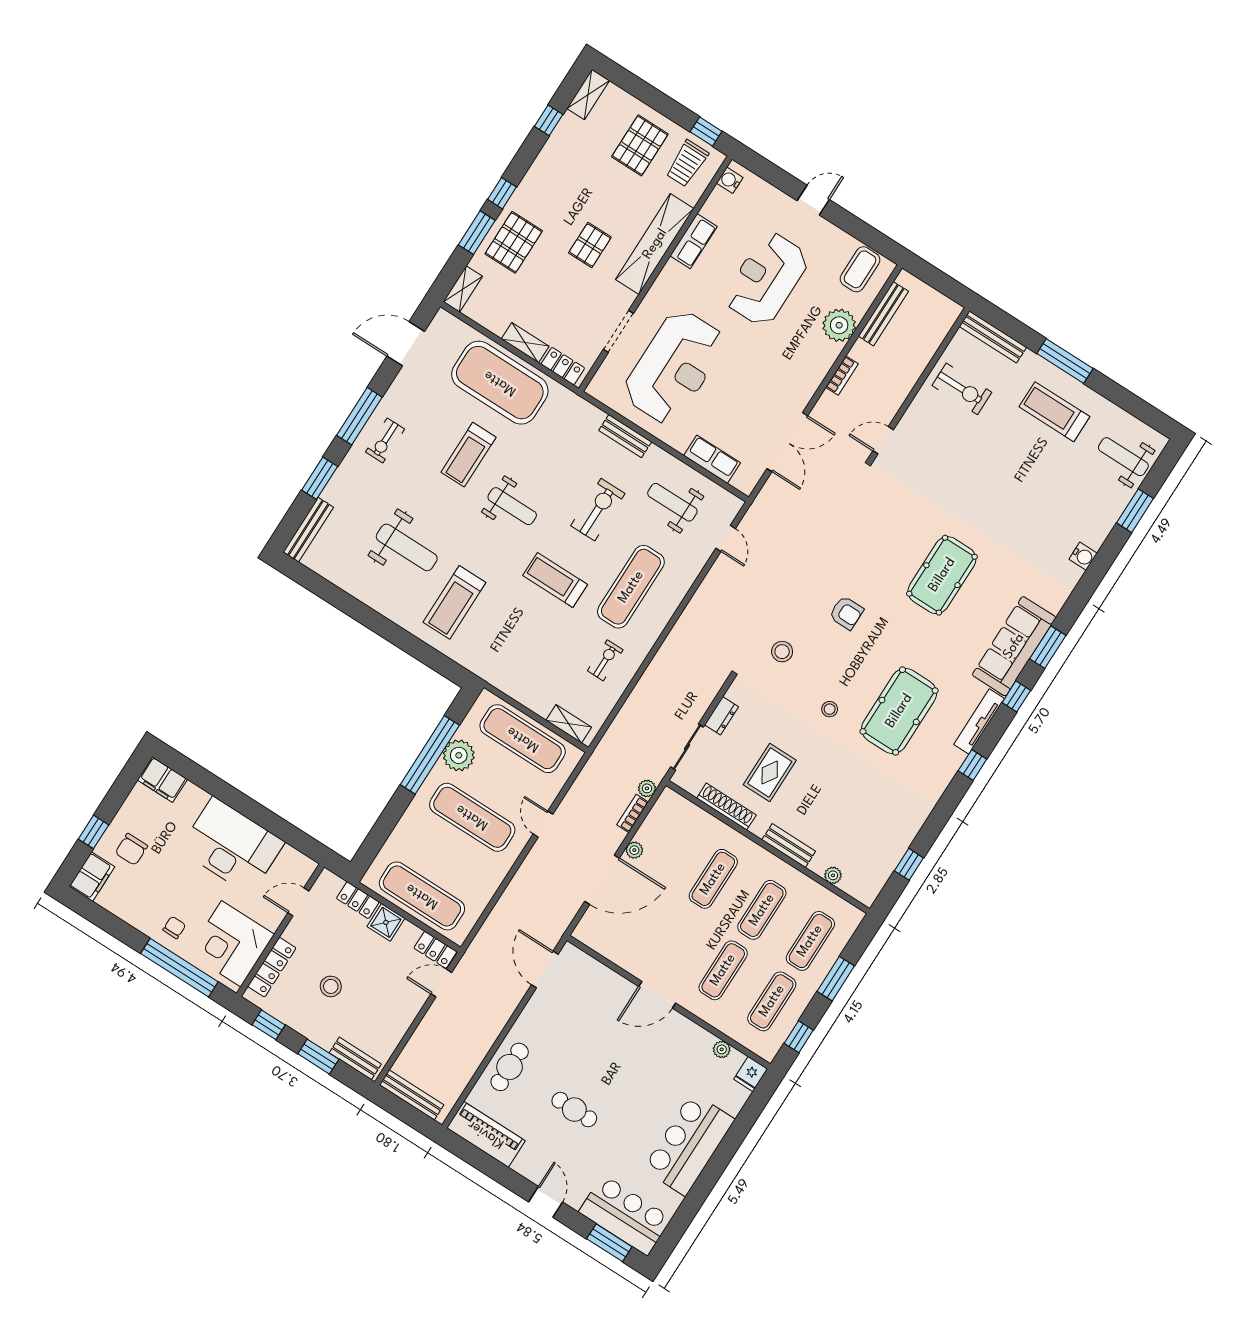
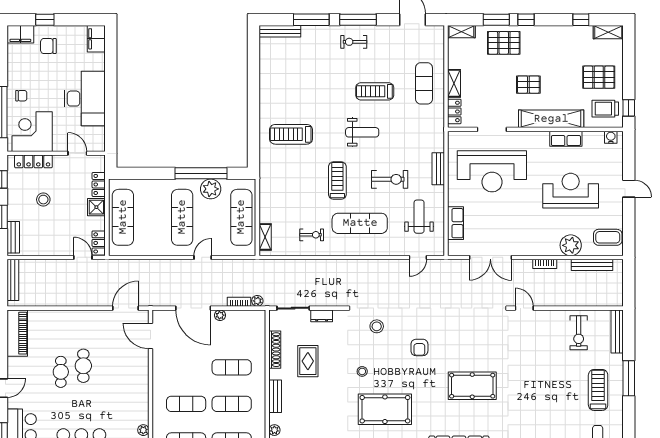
exercise mat: (500, 383) -> (424, 83), width x0.50, depth x0.69
window: (320, 478) -> (311, 20), width x1.44
weight bench: (512, 506) -> (362, 132), turned -90
weight bench: (407, 547) -> (304, 90), removed
rug: (770, 772) -> (308, 361), turned 90
door: (657, 995) -> (150, 336), moved
cafe table: (510, 1067) -> (83, 366), moved, turned 90

